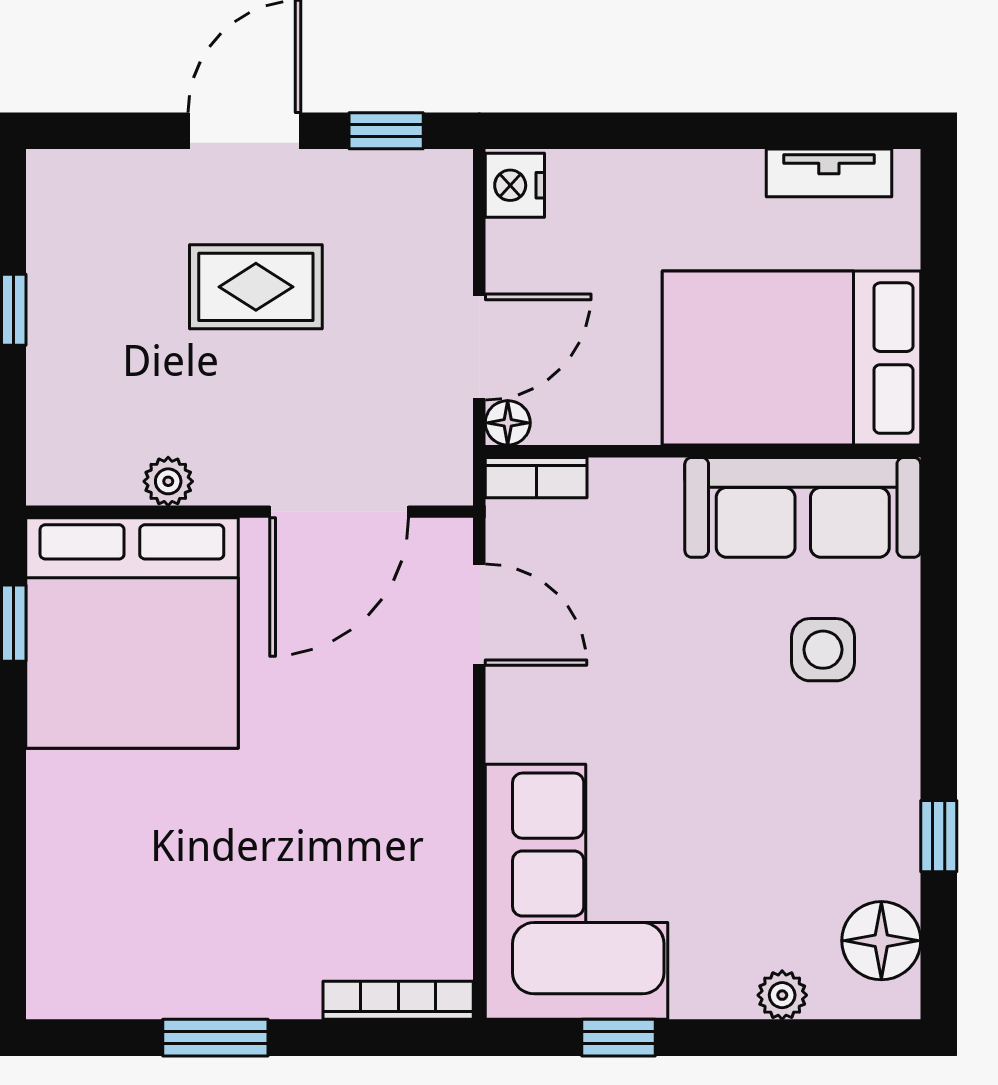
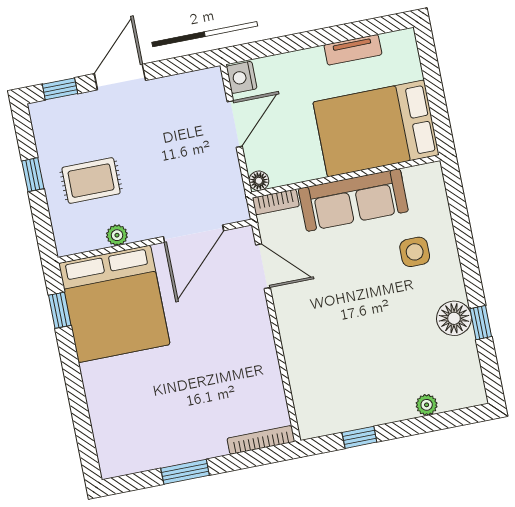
window: (386, 131) -> (60, 89), moved
tv unit: (829, 173) -> (353, 50), moved
rug: (256, 287) -> (91, 181), moved
door: (479, 347) -> (235, 124), moved
sofa: (803, 507) -> (353, 200), moved
corner sofa: (576, 892) -> (329, 378), removed
floor lamp: (881, 941) -> (454, 318), moved

